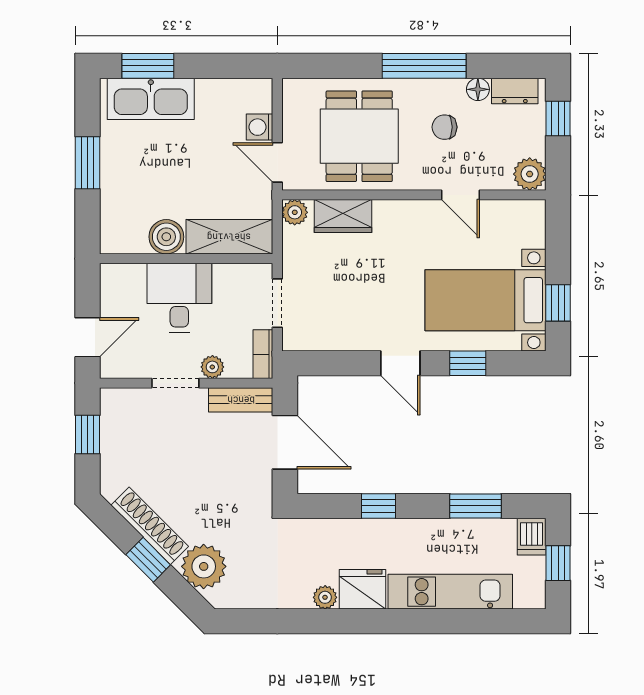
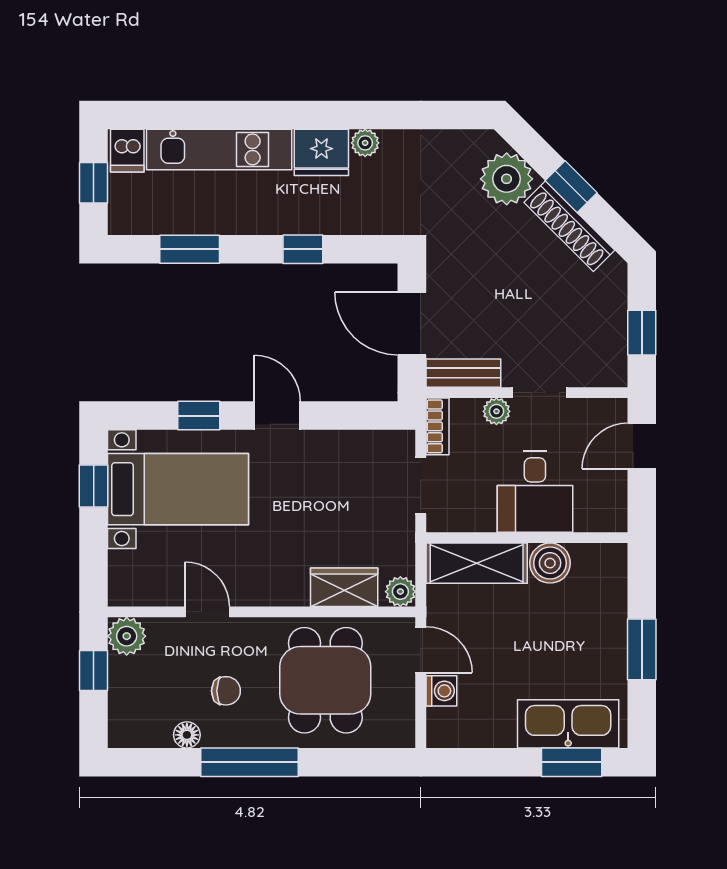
dresser: (515, 91) -> (144, 733), removed
window: (558, 118) -> (94, 670), moved
dishwasher: (532, 537) -> (127, 151), moved, turned 180

